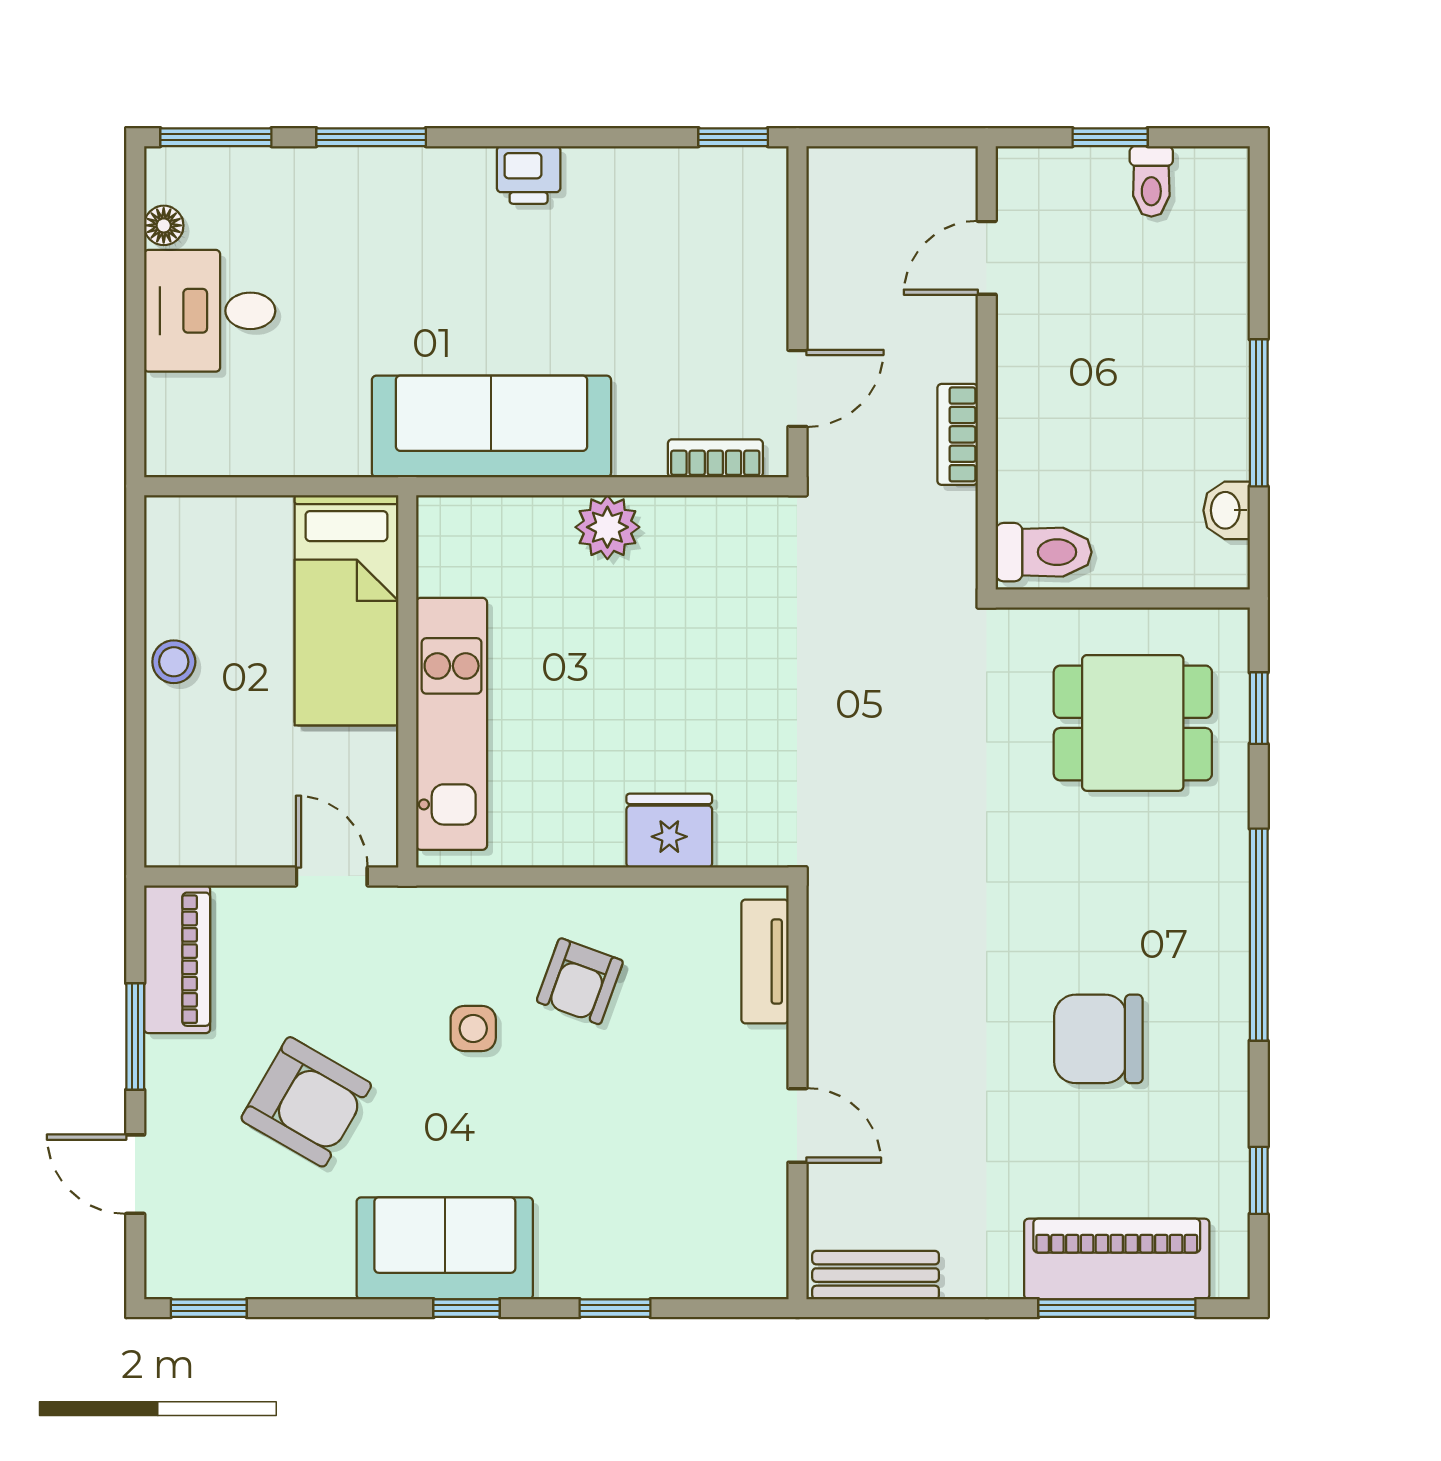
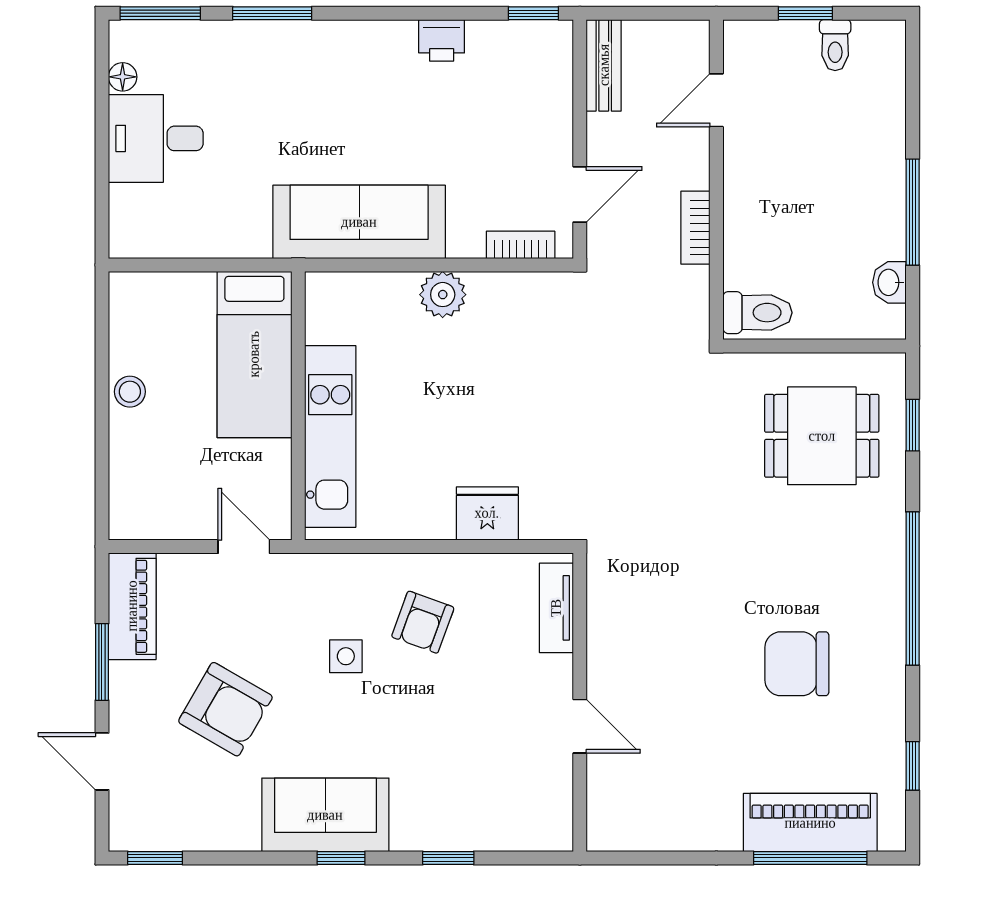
printer: (529, 175) -> (442, 40), moved
bench: (876, 1275) -> (604, 65), moved, turned 90

